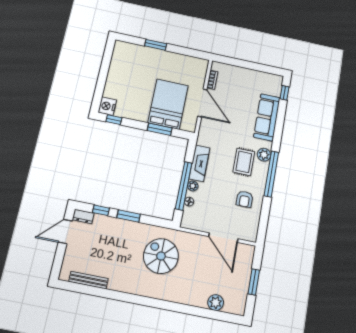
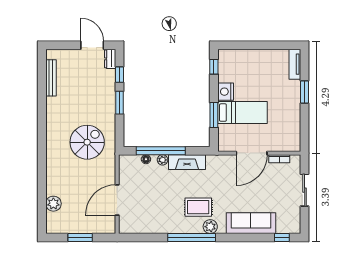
tv unit: (128, 48) -> (295, 64), added
sliding door: (245, 64) -> (305, 190), added
bed: (168, 104) -> (242, 113), width x0.67
nightstand: (107, 106) -> (226, 92), moved, turned -90
armchair: (245, 199) -> (160, 214), removed

